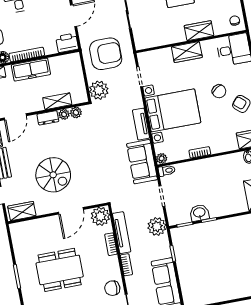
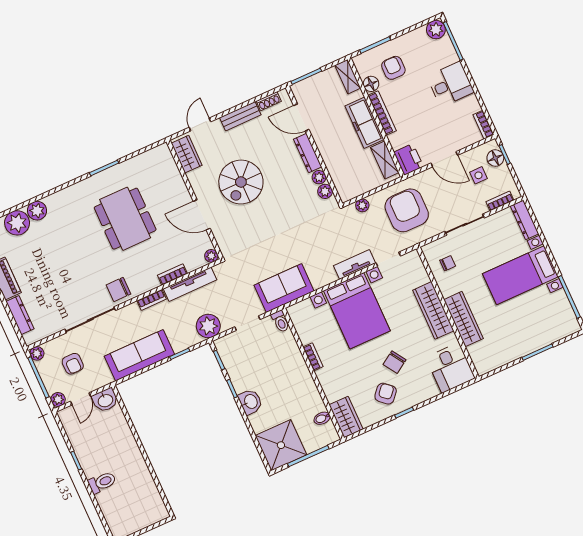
chair: (235, 21) -> (448, 263), moved
wardrobe: (199, 31) -> (463, 319), width x1.50
wardrobe: (187, 52) -> (433, 310), width x1.50
armchair: (106, 54) -> (407, 210), turned 180
plant: (99, 90) -> (362, 205), width x0.53, depth x0.53
shelving: (57, 101) -> (385, 160), moved
dresser: (48, 118) -> (308, 153), width x1.44
tv unit: (141, 124) -> (355, 264), moved
plant: (162, 158) -> (294, 311), removed
washbasin: (199, 213) -> (250, 402), moved
plant: (100, 216) -> (211, 256), width x0.53, depth x0.53
chair: (112, 288) -> (118, 289), turned -90

